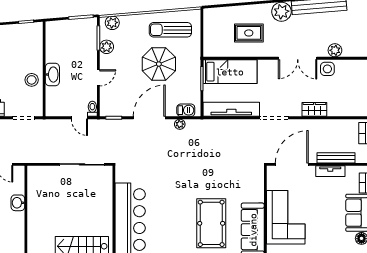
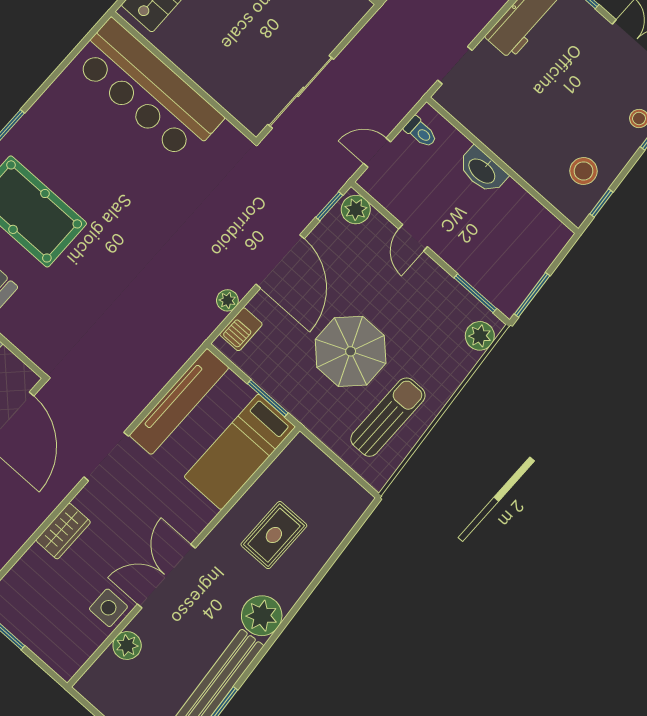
plant: (107, 47) -> (356, 210), moved
stool: (32, 80) -> (583, 171), moved
toilet: (92, 109) -> (421, 132), moved

